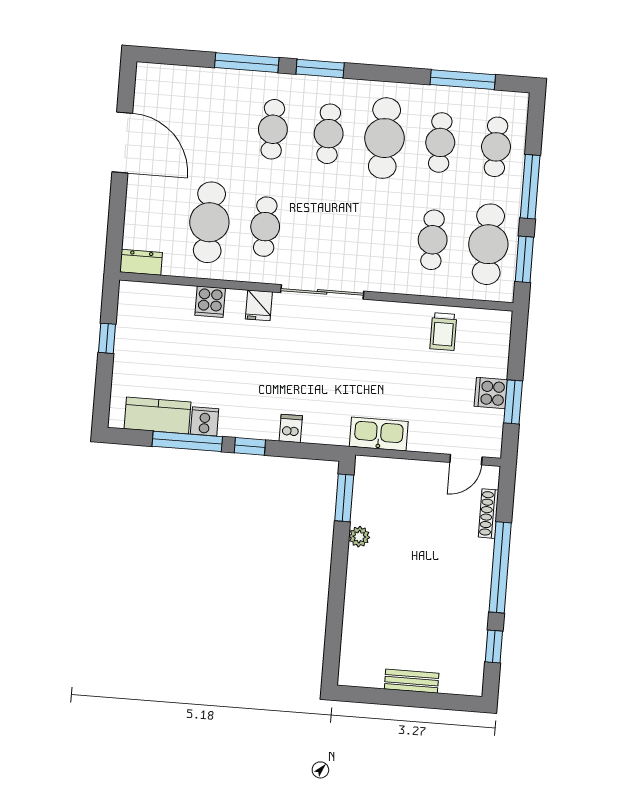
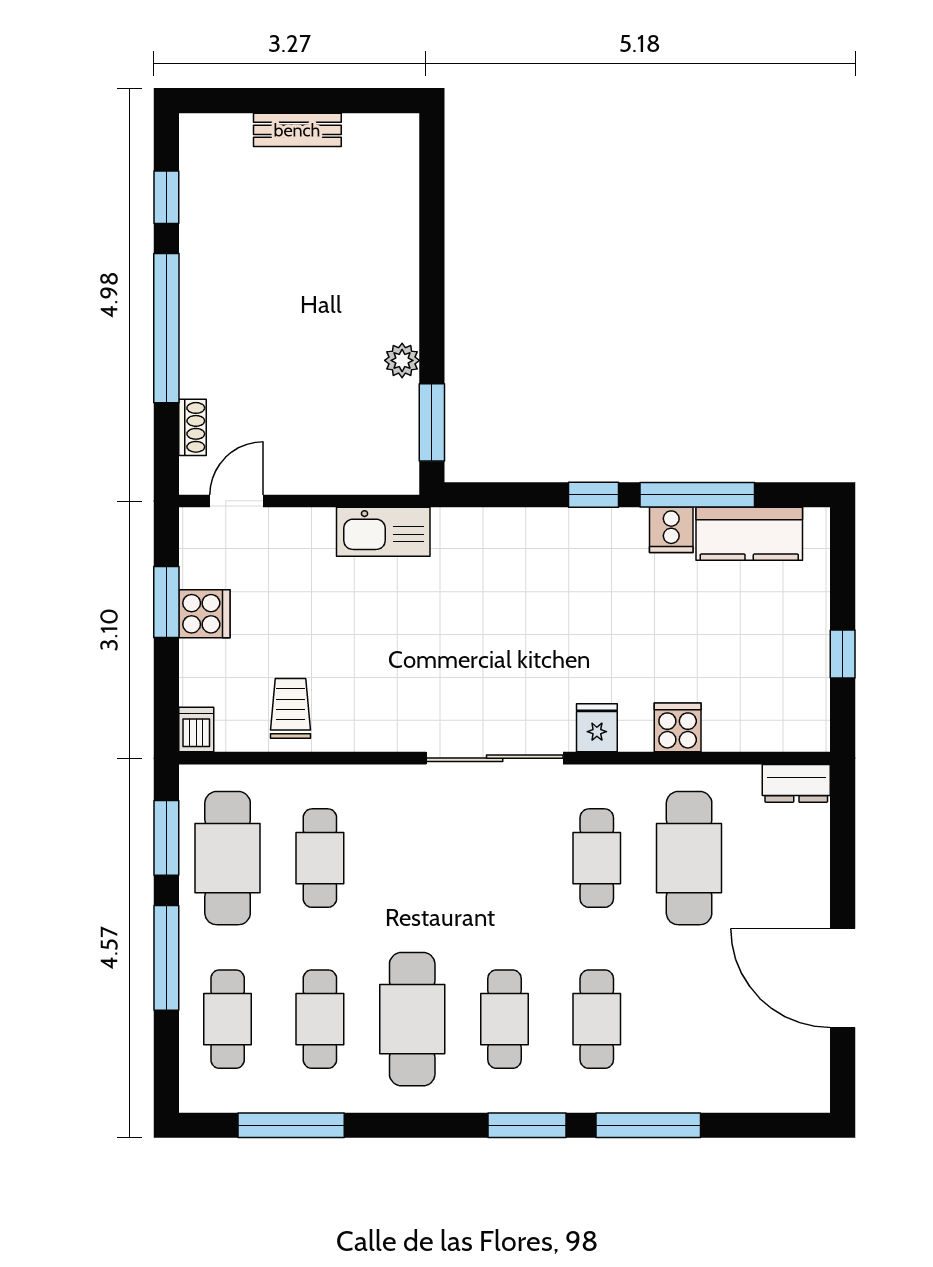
dishwasher: (291, 428) -> (196, 730), moved, turned 180
shoe rack: (488, 514) -> (193, 427), width x0.70

